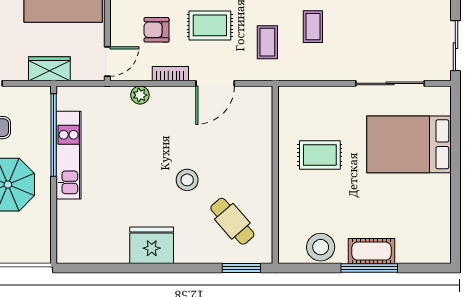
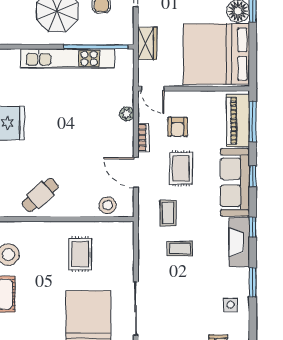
armchair: (156, 30) -> (178, 127), turned 180
coffee table: (267, 42) -> (168, 213), turned 90
kitchen unit: (69, 155) -> (68, 58), width x1.36
stool: (187, 180) -> (108, 205), moved
cafe table: (232, 221) -> (40, 195), moved

